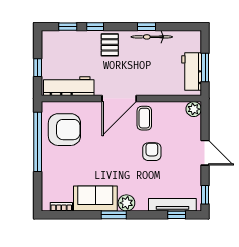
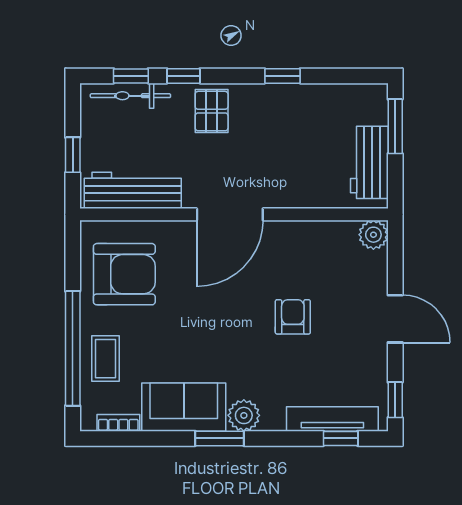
bicycle: (152, 37) -> (130, 96), moved
window: (205, 67) -> (395, 126), moved
coffee table: (144, 118) -> (105, 359), moved
window: (38, 142) -> (73, 348), moved

